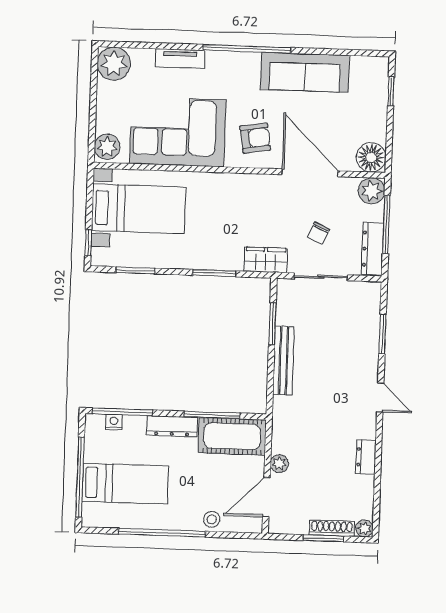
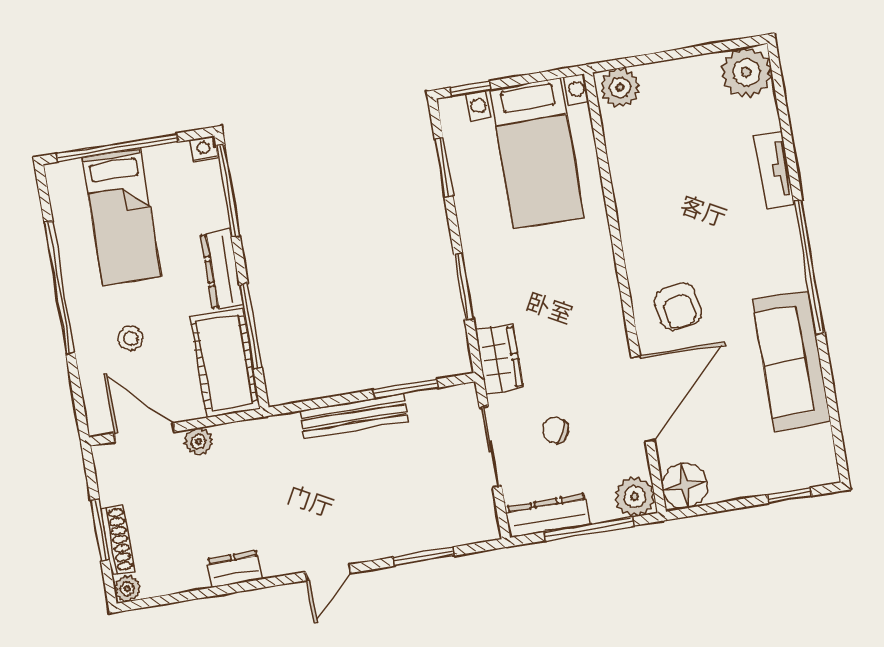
corner sofa: (178, 132) -> (664, 189), removed
nightstand: (114, 422) -> (204, 149), moved, turned -90
stool: (212, 519) -> (131, 338), moved

